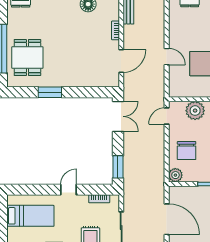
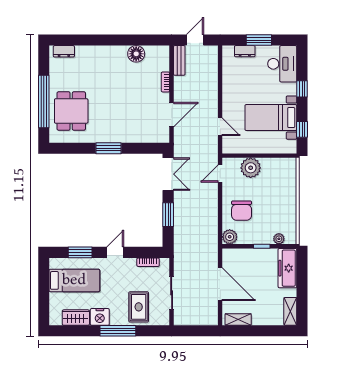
door: (167, 57) -> (220, 127), moved
window: (50, 92) -> (108, 148), moved
window: (118, 167) -> (168, 215), moved
window: (36, 190) -> (80, 252), added

